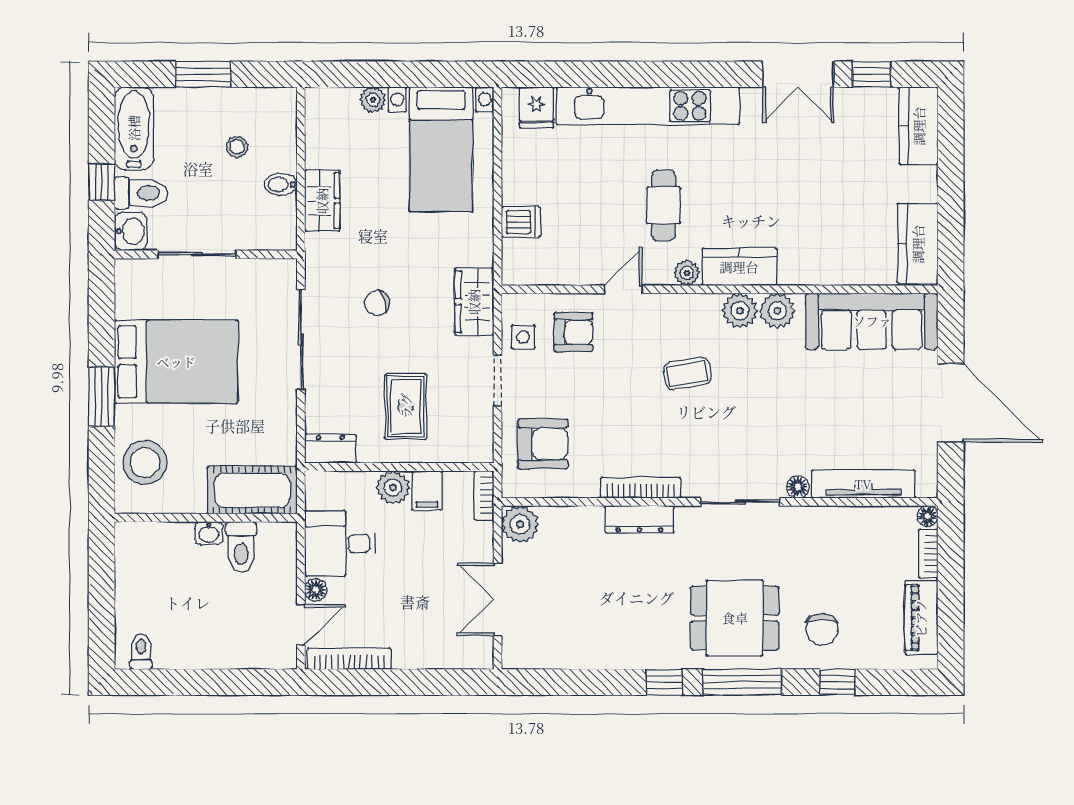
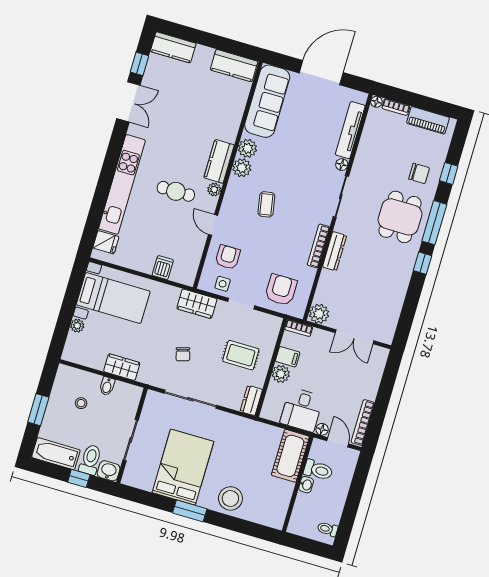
cot: (252, 490) -> (290, 456), moved
wall: (206, 518) -> (298, 484), moved
washbasin: (209, 533) -> (306, 485), moved
toilet: (241, 547) -> (318, 470), moved

